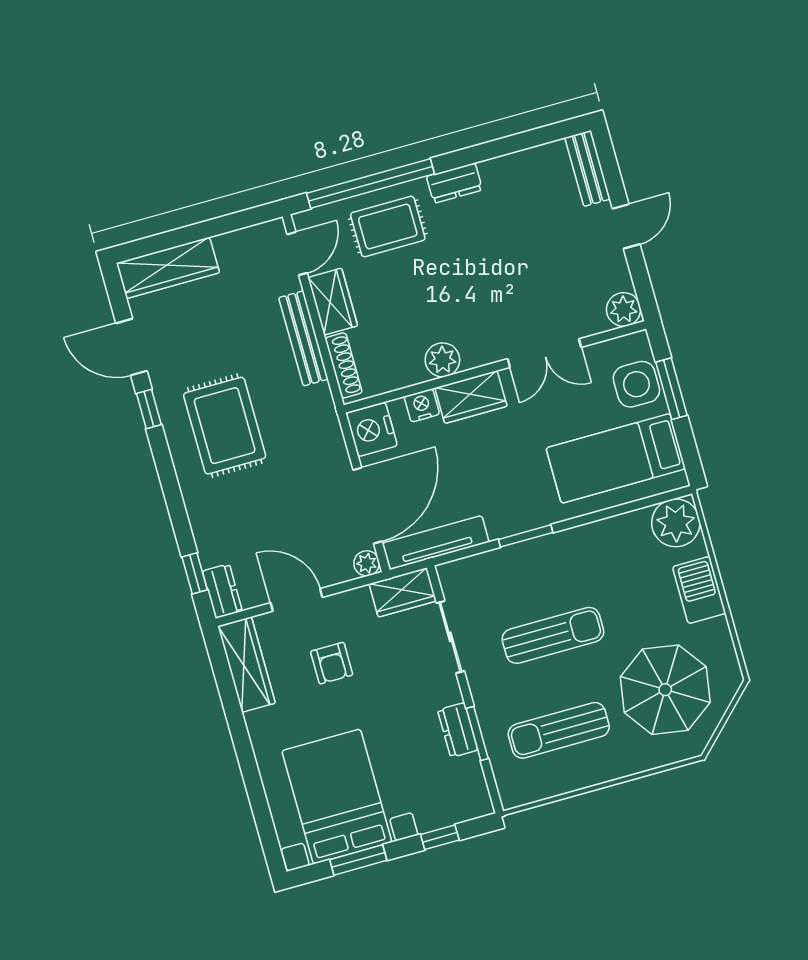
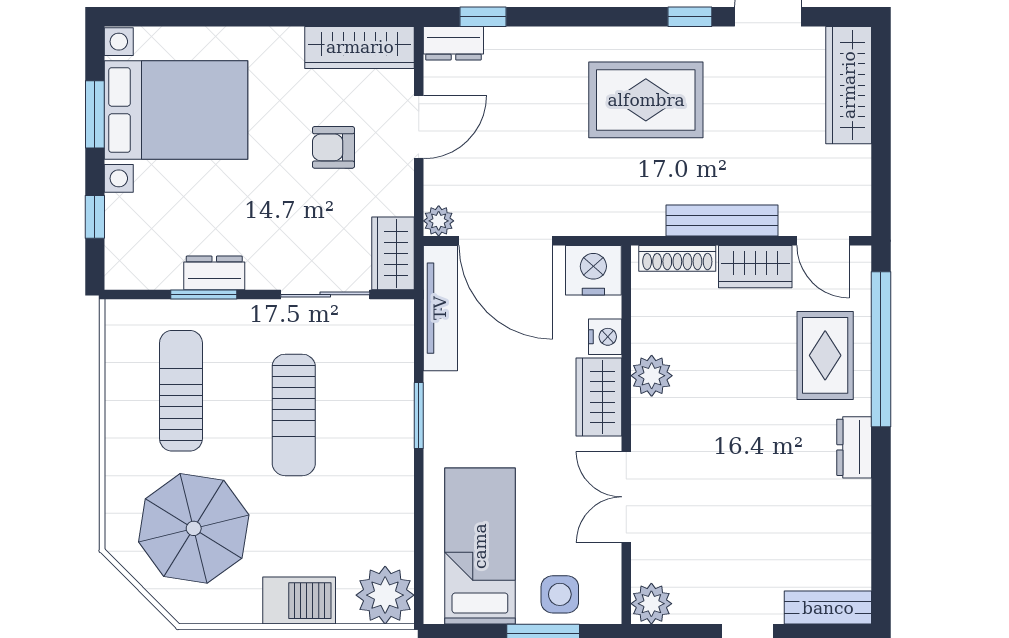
side table: (636, 384) -> (560, 594), width x0.73, depth x0.73

